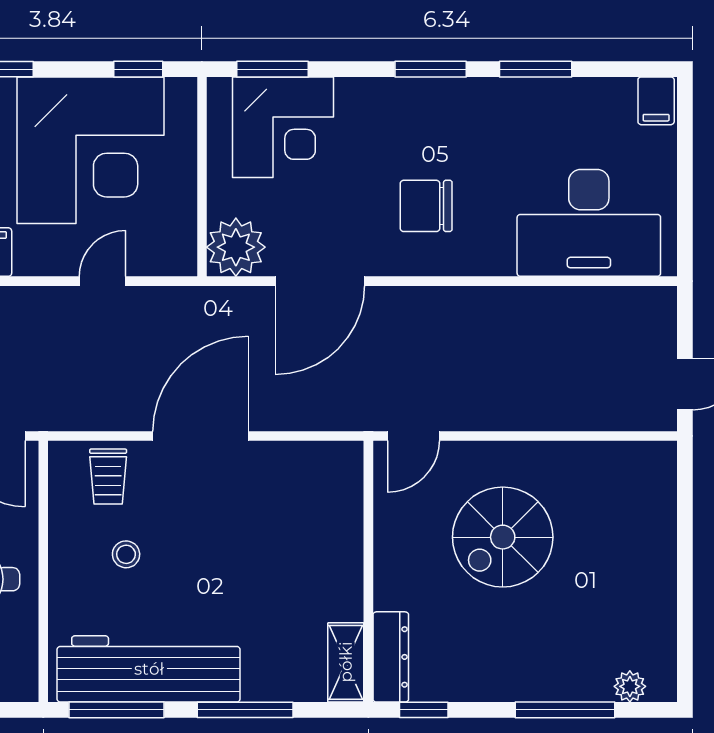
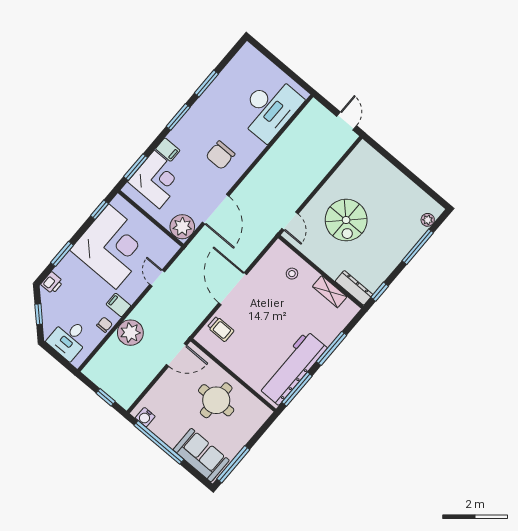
filing cabinet: (656, 101) -> (168, 150), moved
stool: (126, 554) -> (292, 274), moved
shelving: (346, 662) -> (330, 292), moved

